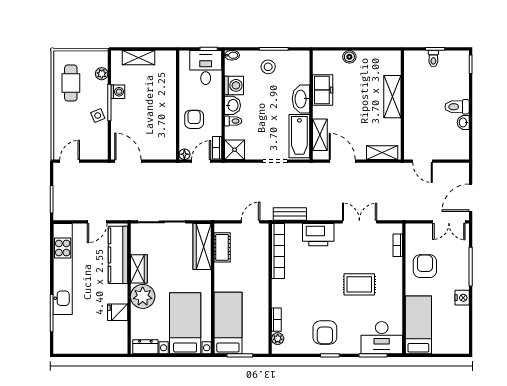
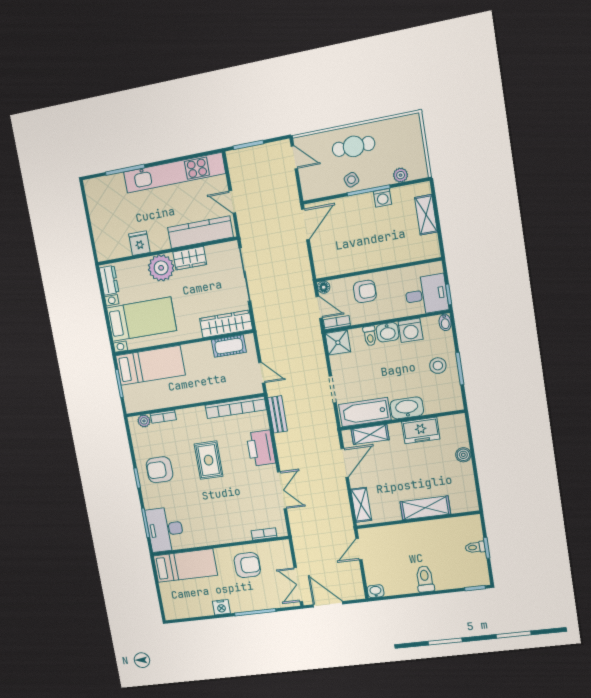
cafe table: (71, 83) -> (354, 146), moved
washbasin: (463, 122) -> (376, 591), moved
rug: (359, 284) -> (209, 460), moved

